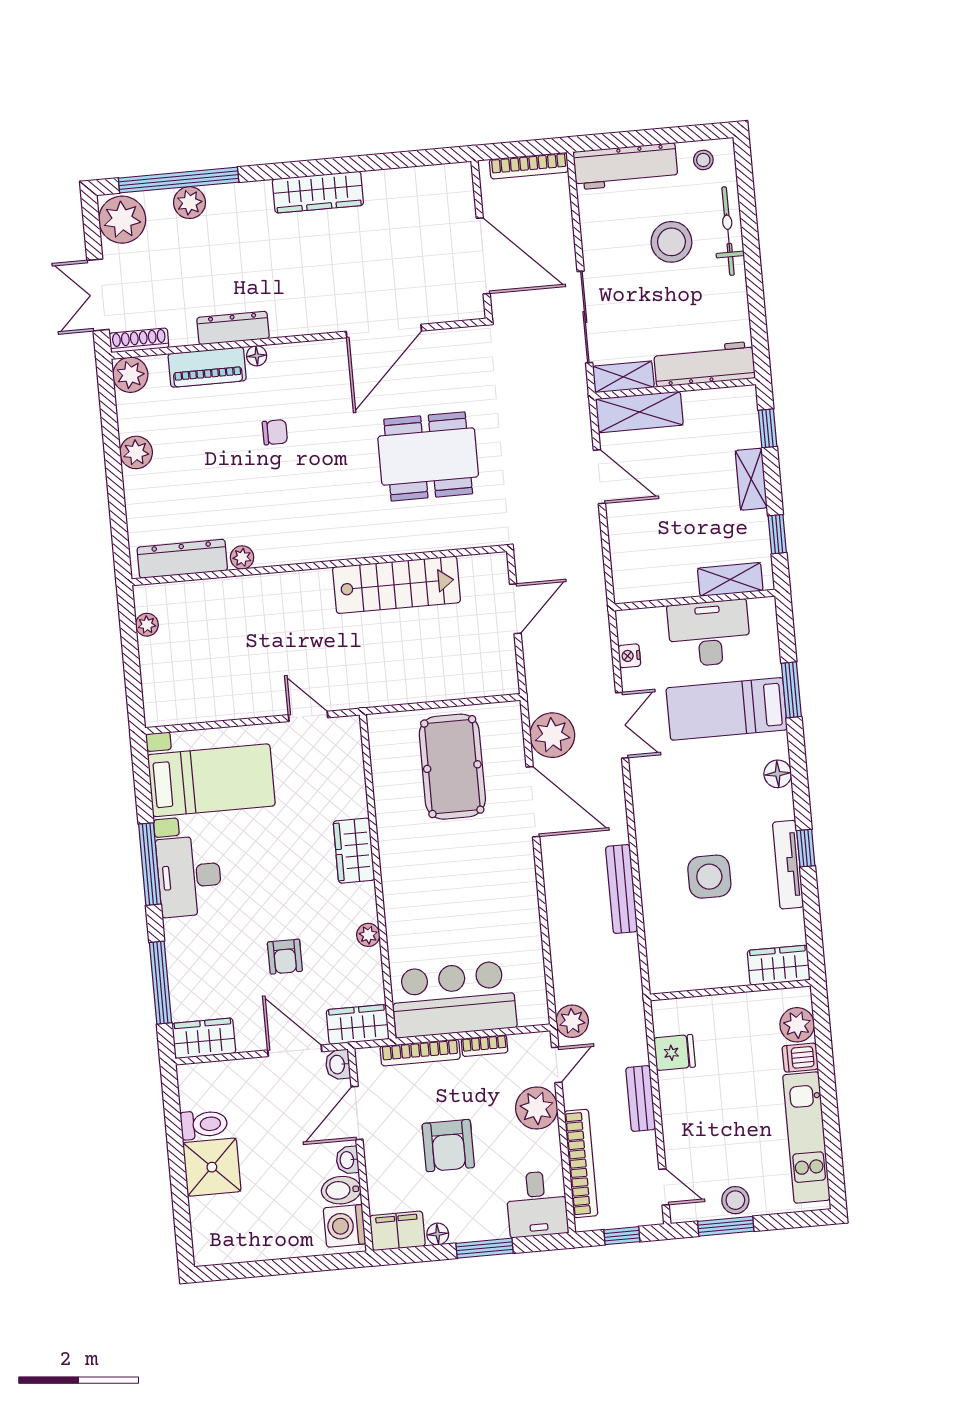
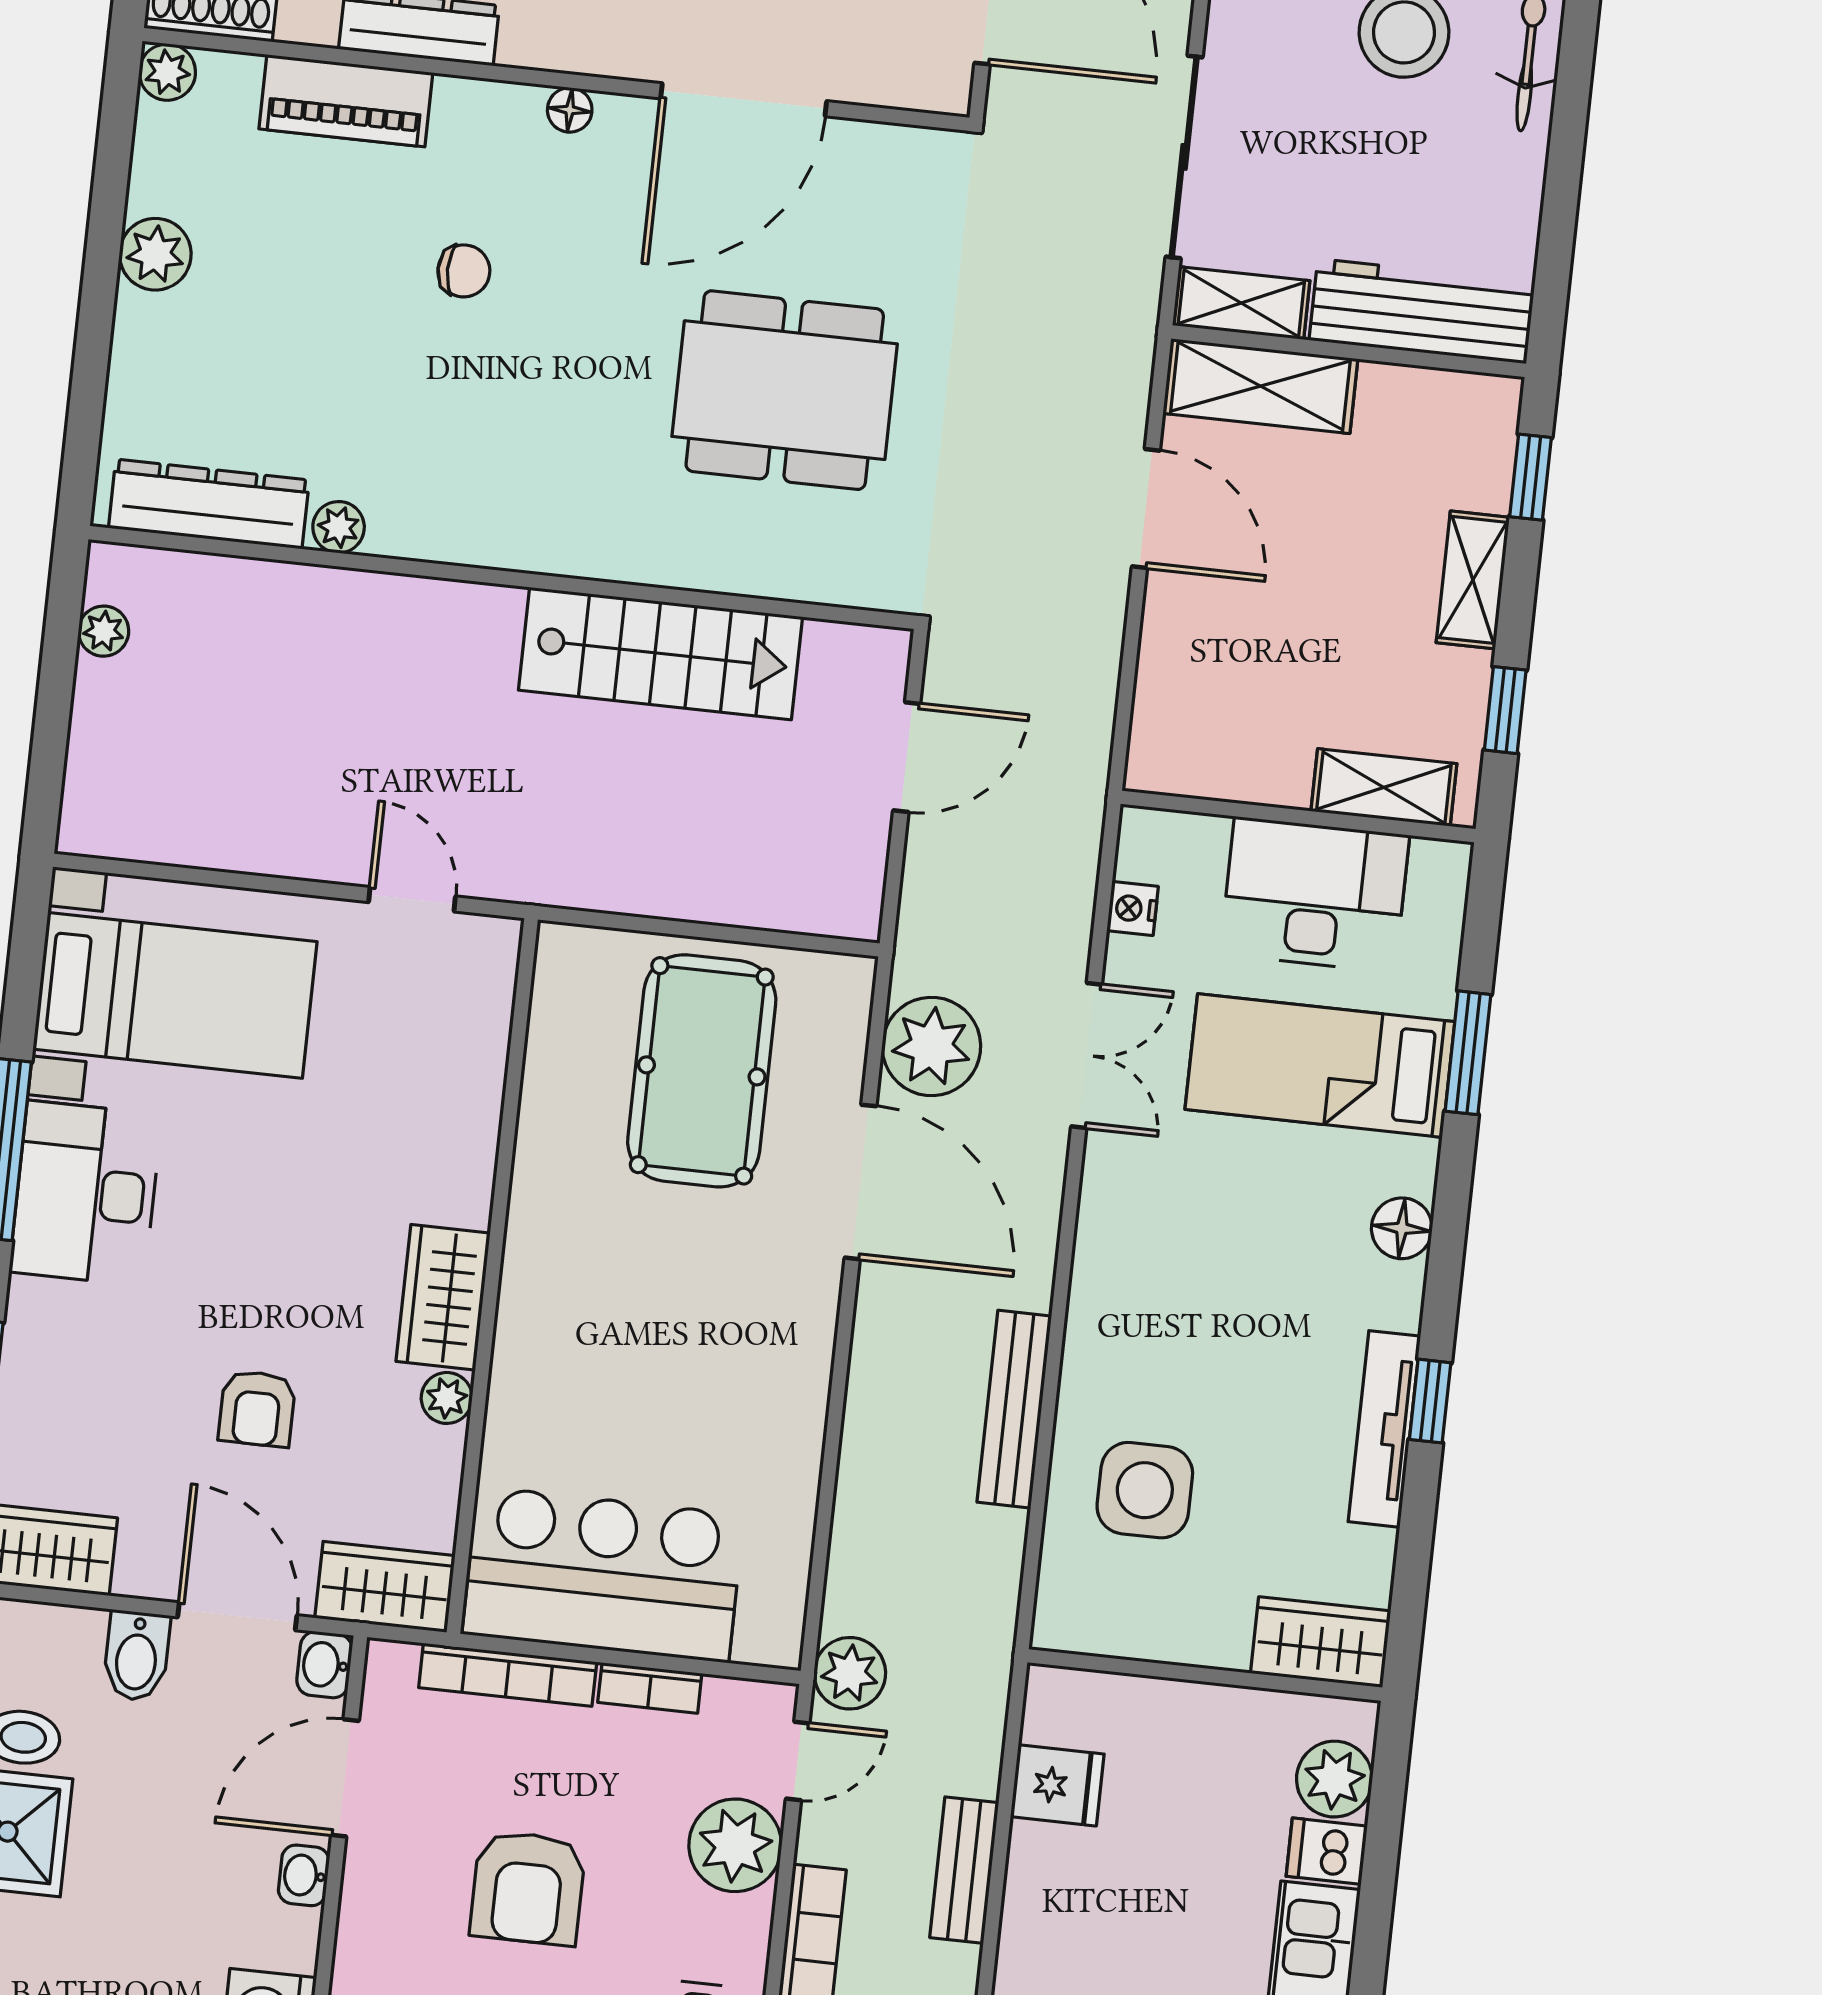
floor lamp: (257, 356) -> (570, 110), moved
plant: (130, 375) -> (167, 72), width x0.73, depth x0.73
wardrobe: (354, 851) -> (443, 1297), moved
side table: (709, 877) -> (1145, 1490), moved
bidet: (341, 1190) -> (137, 1656), moved, turned -90

